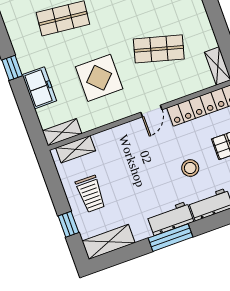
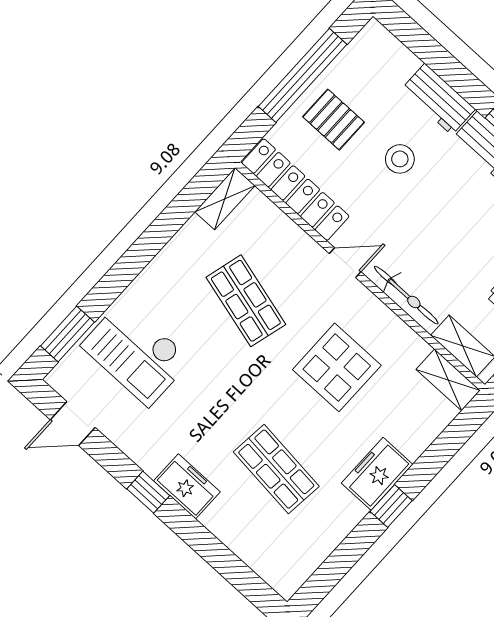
freezer: (39, 88) -> (377, 474), moved
bicycle: (118, 134) -> (406, 295), added

